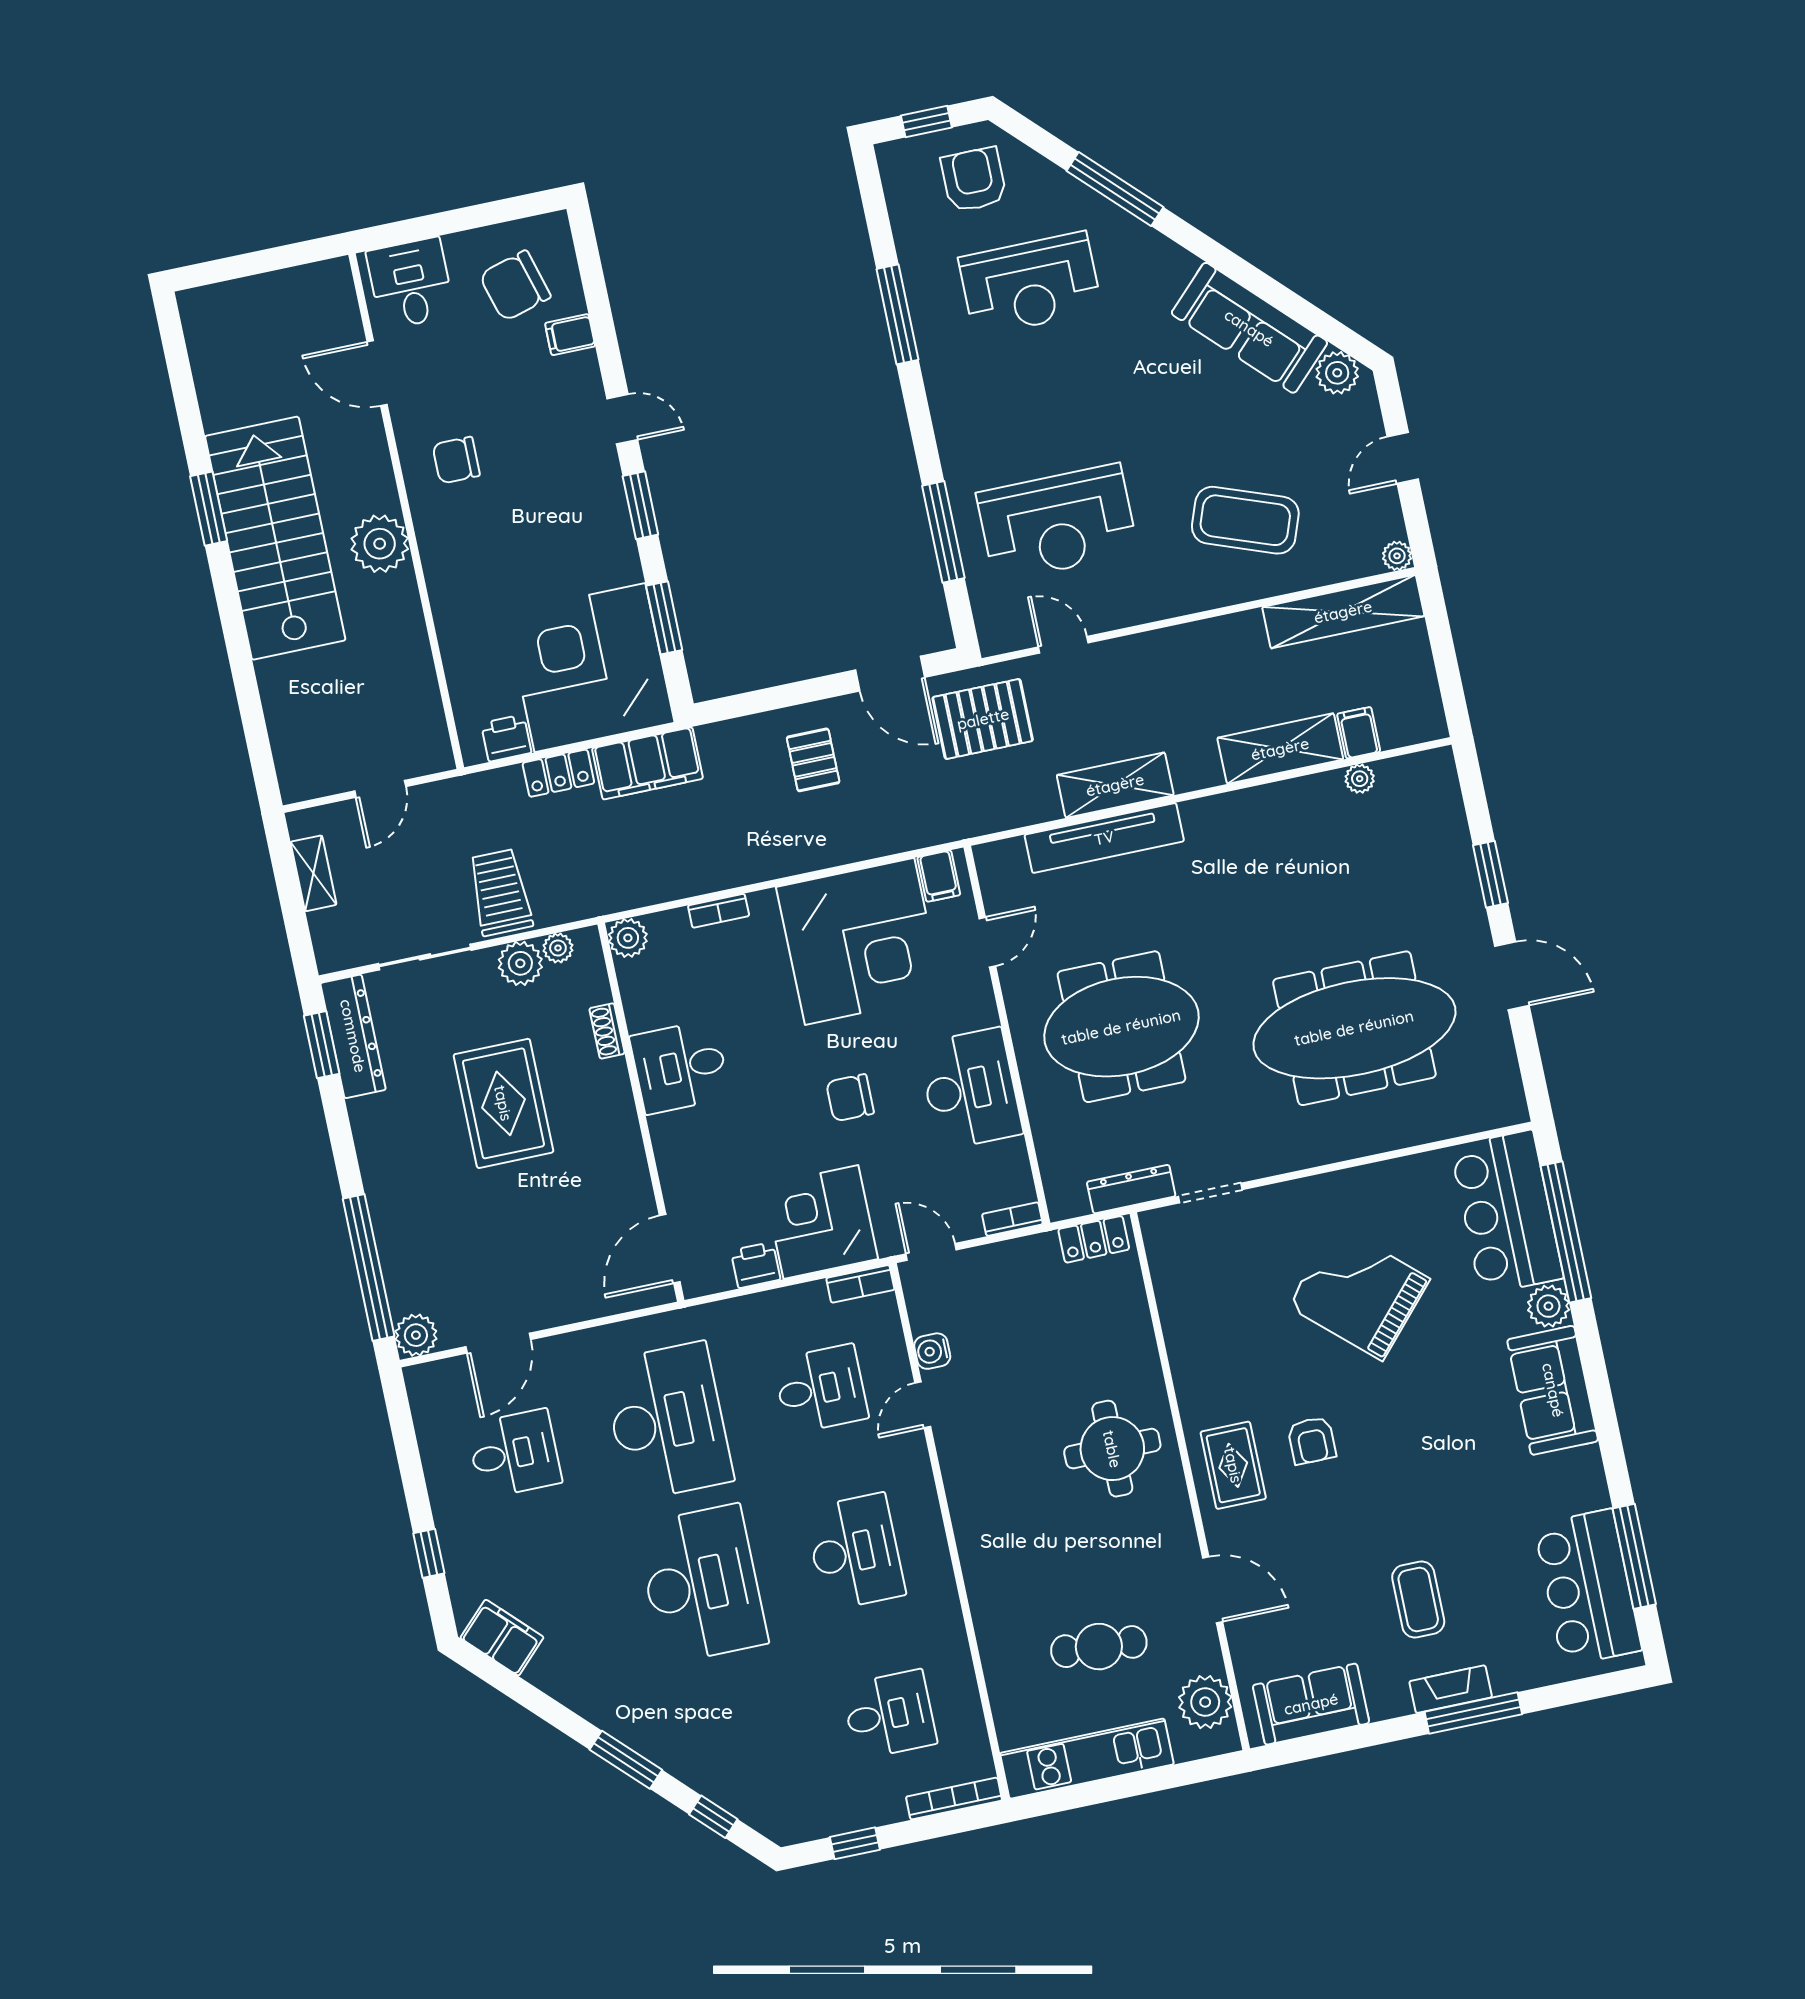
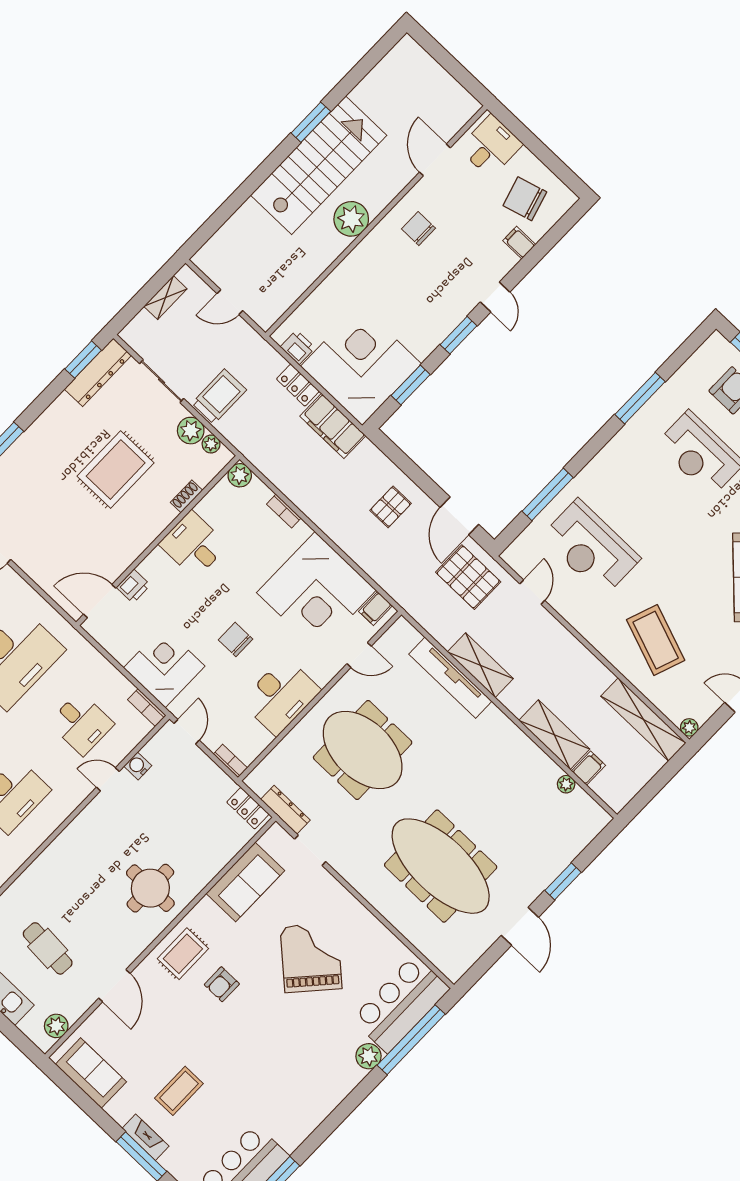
printer: (756, 1265) -> (133, 586), moved, turned 90
sofa: (1553, 1390) -> (245, 882), moved, turned 180
plant: (1205, 1702) -> (56, 1026), width x0.73, depth x0.73

